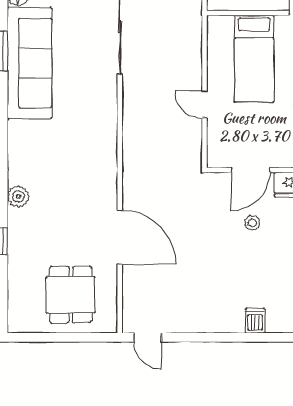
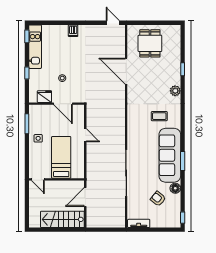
coffee table: (51, 144) -> (159, 116), added
door: (251, 170) -> (63, 104), swing flipped
dishwasher: (255, 321) -> (73, 31), moved

